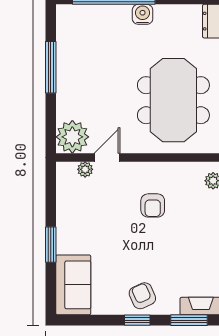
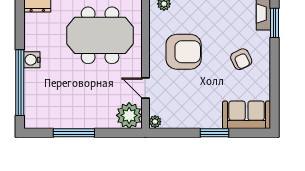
plant: (85, 169) -> (155, 122), moved
armchair: (153, 205) -> (184, 52), width x1.88, depth x1.88
armchair: (142, 296) -> (241, 59), moved, turned -92
window: (137, 320) -> (275, 64), removed

